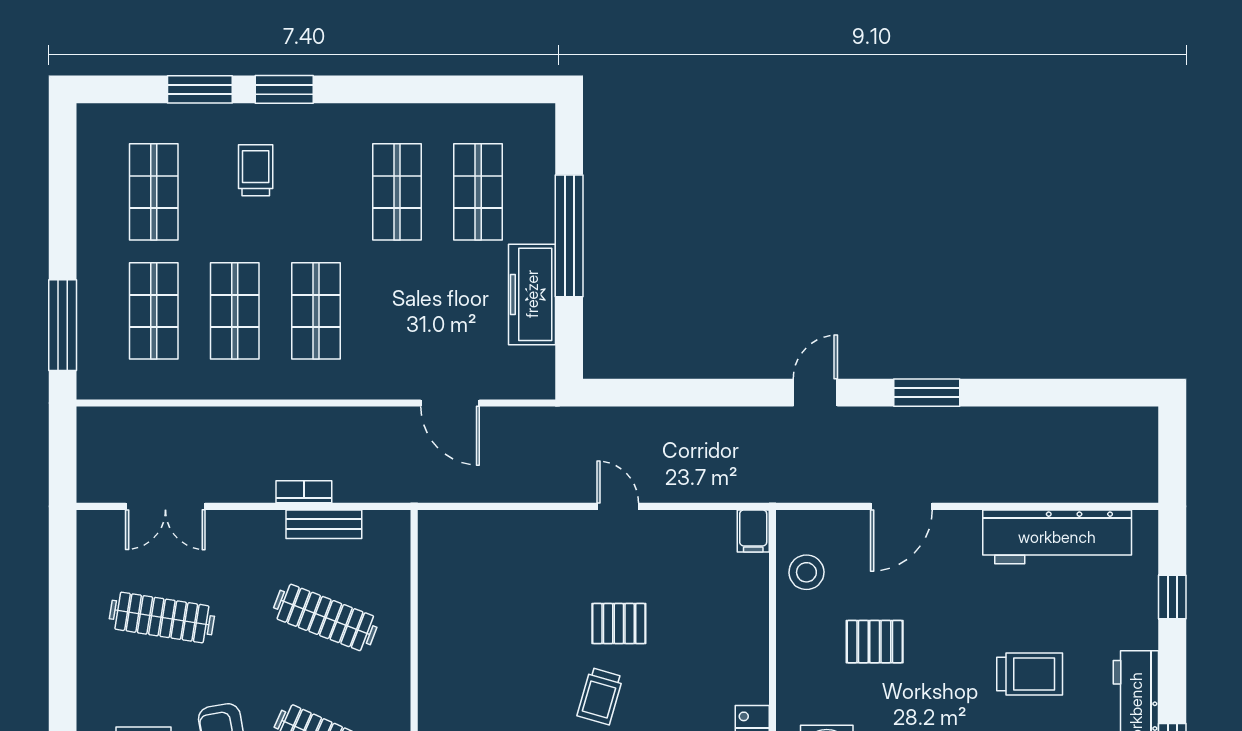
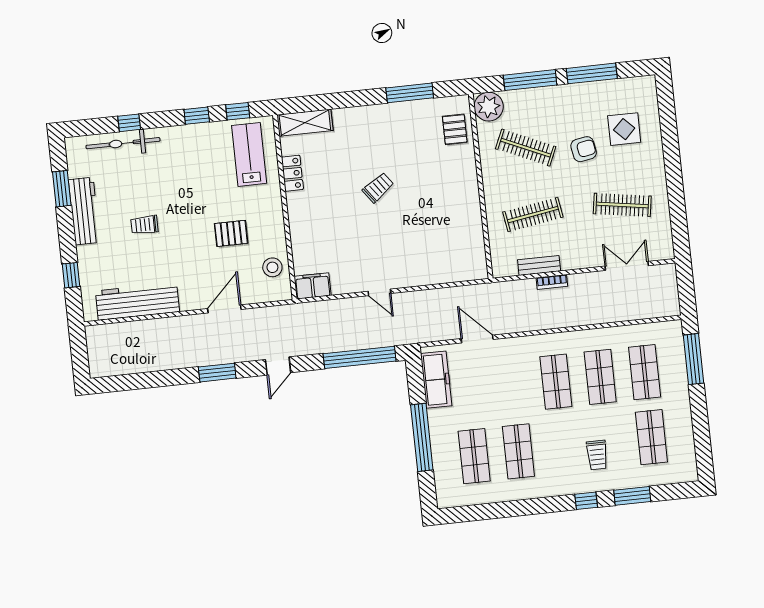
window: (284, 89) -> (586, 501), width x0.67
freezer: (532, 294) -> (436, 380), moved
window: (666, 393) -> (360, 357), added
filing cabinet: (753, 531) -> (313, 286), width x2.00
clothes rail: (325, 617) -> (533, 215), turned -30
pallet: (619, 624) -> (372, 228), removed
trolley: (1030, 674) -> (144, 225), width x0.73, depth x0.72
trolley: (600, 696) -> (378, 188), turned 38

